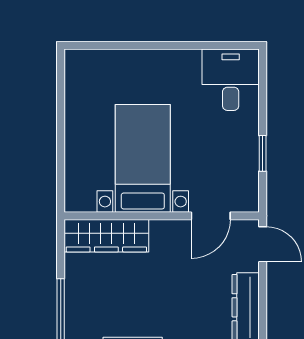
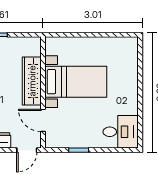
wardrobe: (106, 236) -> (32, 81), moved

